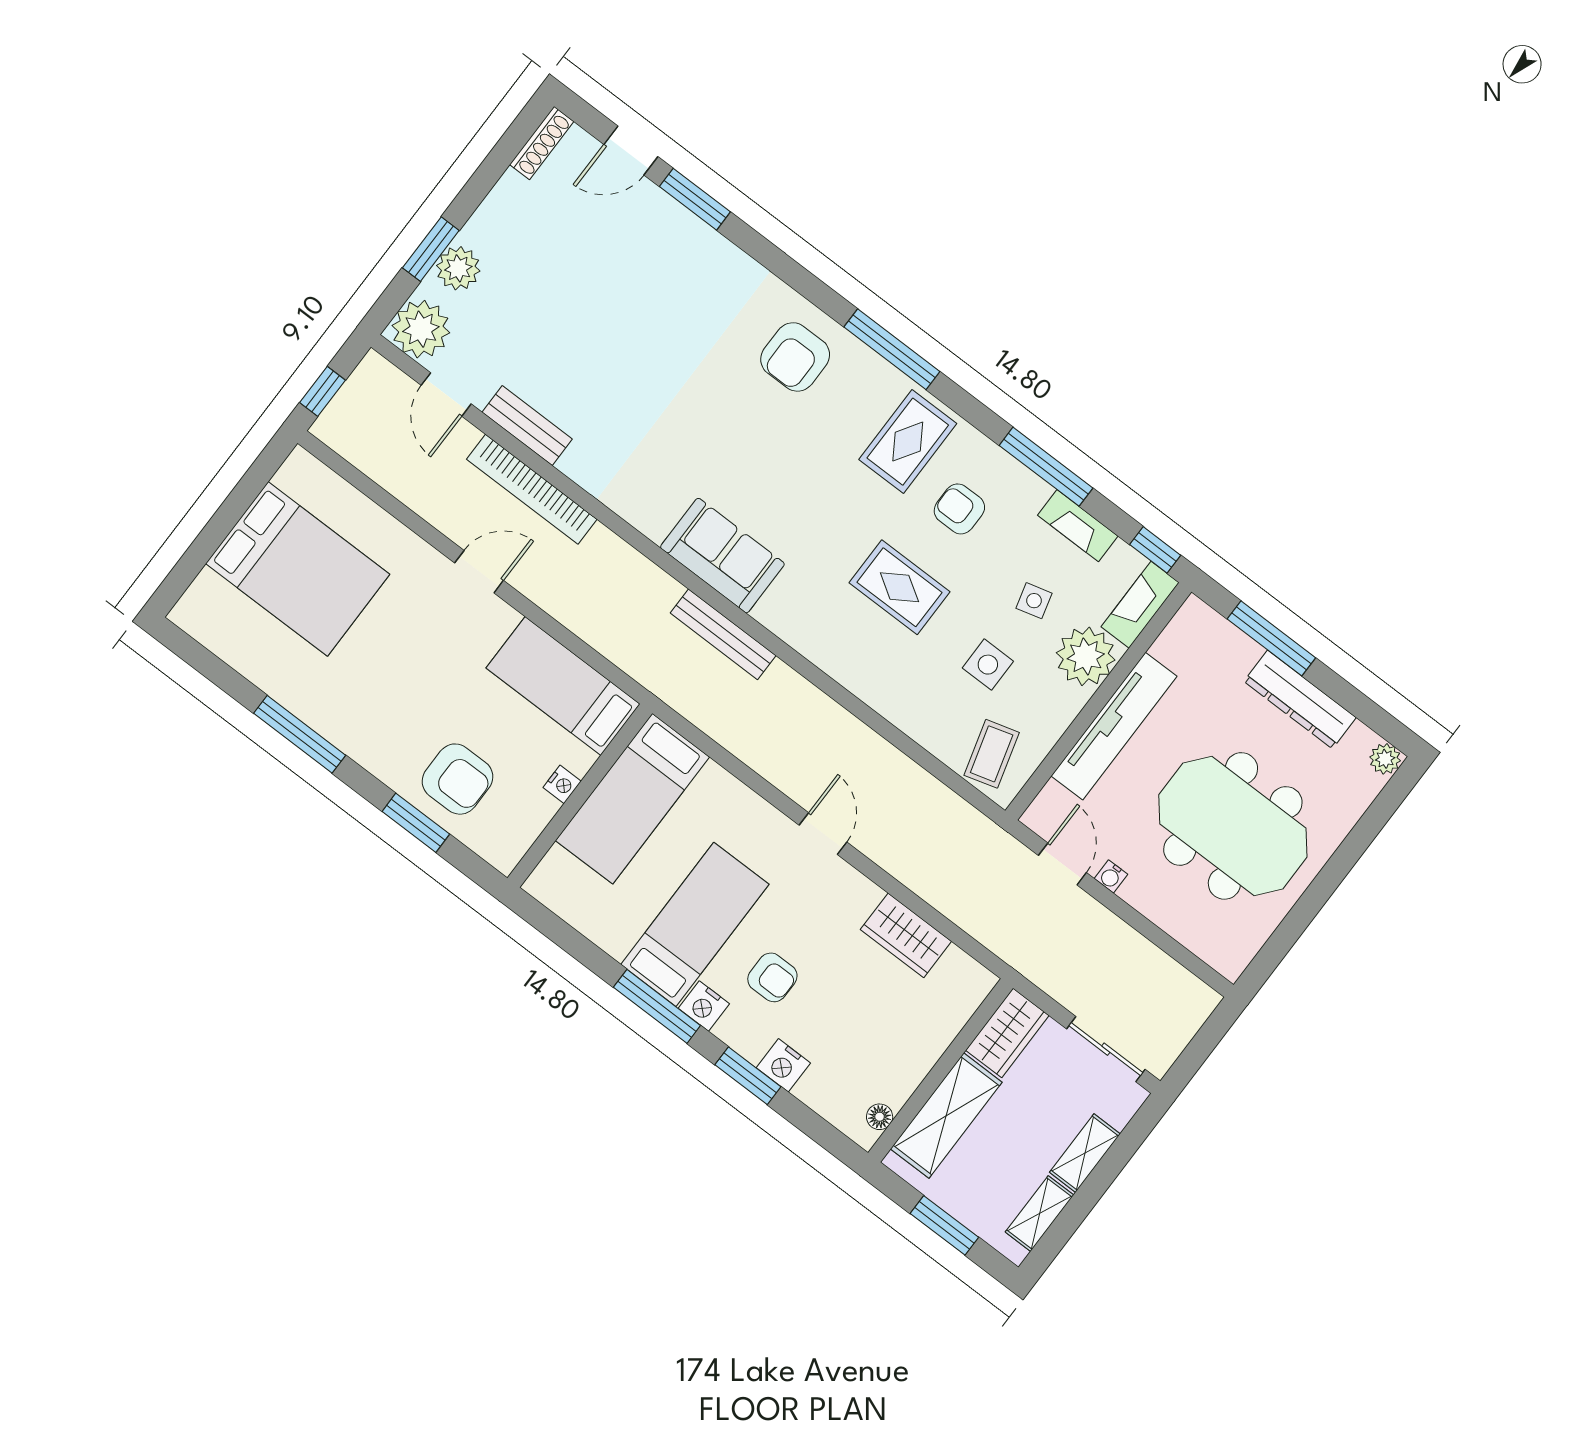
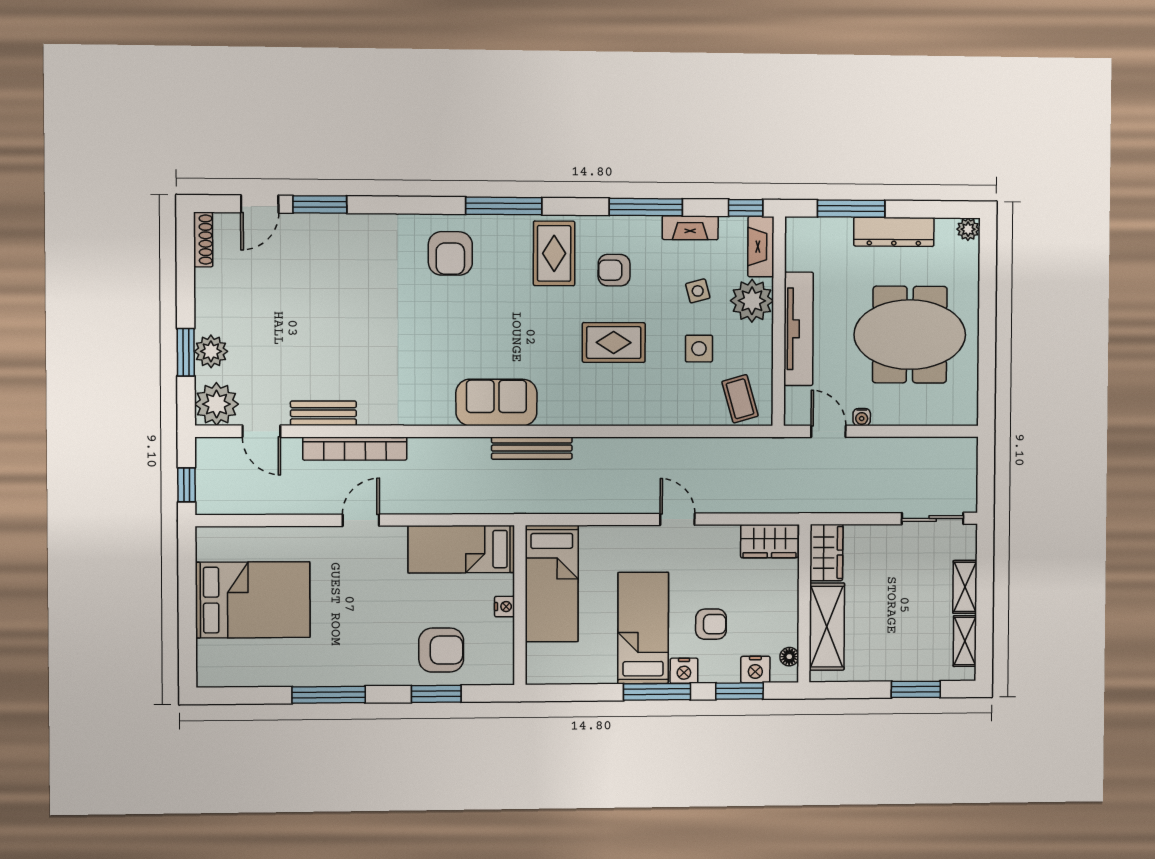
wardrobe: (1007, 1033) -> (826, 553), moved
wall: (941, 1071) -> (804, 603), moved
shelving: (946, 1116) -> (827, 627), moved
floor lamp: (880, 1117) -> (789, 657), moved

